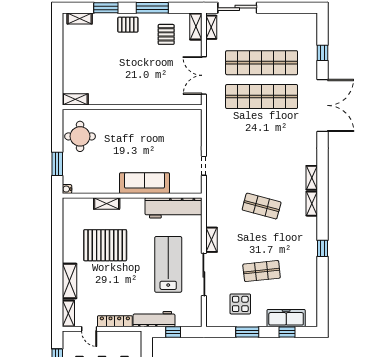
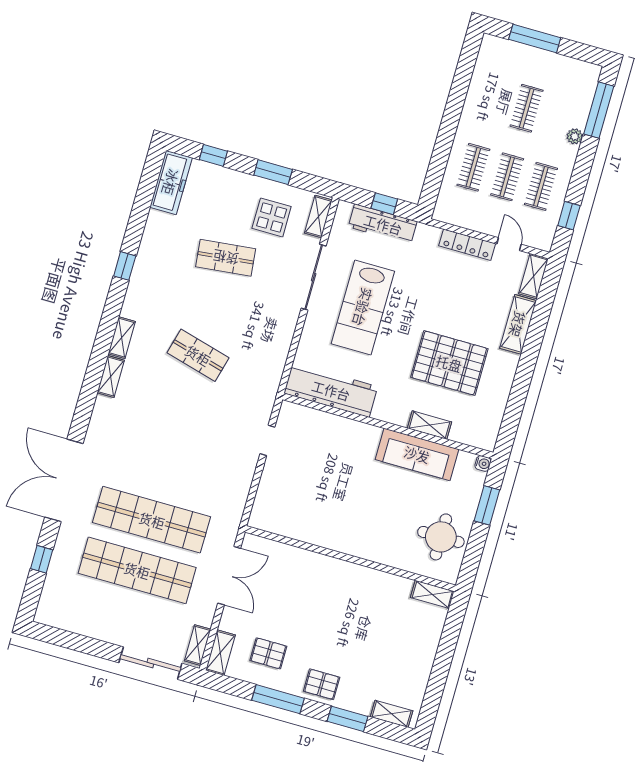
pallet: (166, 34) -> (268, 653), turned 90
sofa: (144, 183) -> (417, 454), moved
shelving: (212, 240) -> (318, 217), moved
freezer: (286, 318) -> (171, 182), moved, turned -90
workbench: (154, 319) -> (383, 224), moved

